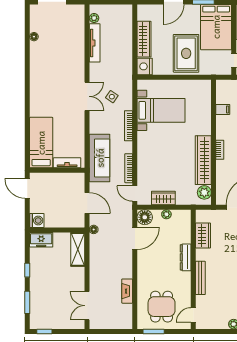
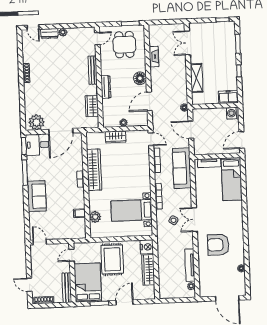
armchair: (60, 66) -> (218, 245), added
door: (27, 188) -> (242, 140), swing flipped
plant: (204, 192) -> (95, 217), moved
wardrobe: (163, 198) -> (116, 137), moved
floor lamp: (145, 217) -> (140, 78), moved
shelving: (78, 249) -> (197, 78), moved
double door: (87, 306) -> (187, 43), swing flipped

